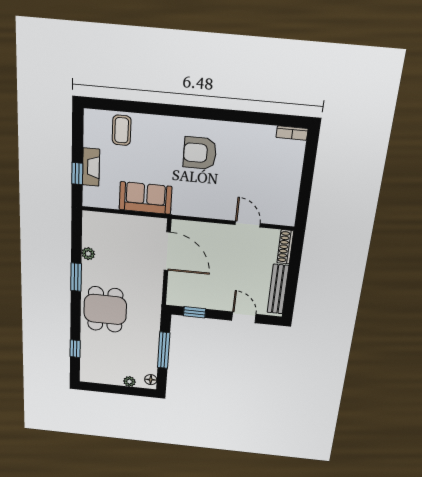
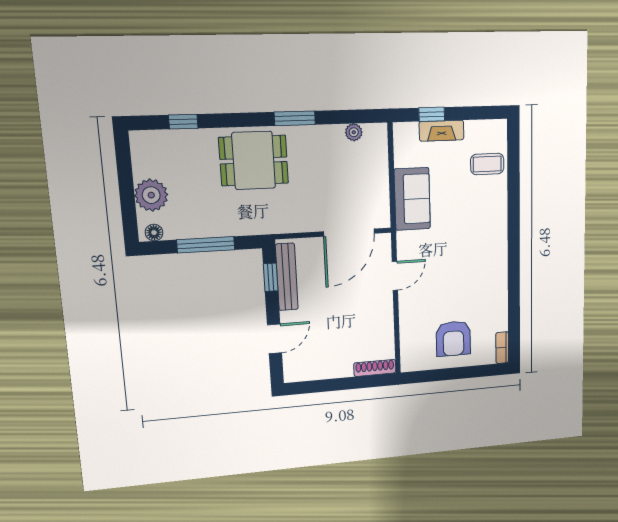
armchair: (200, 153) -> (453, 339), moved, turned 180
door: (248, 224) -> (395, 276), moved
plant: (88, 254) -> (354, 132), moved
bench: (278, 289) -> (287, 277), moved, turned 90
plant: (129, 382) -> (151, 195), width x1.88, depth x1.88

